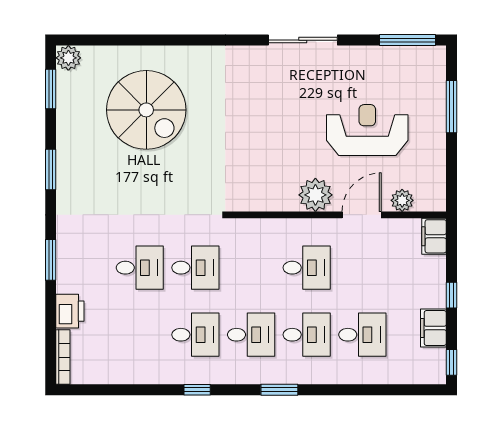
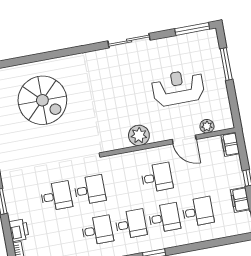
plant: (315, 195) -> (139, 135), moved
door: (362, 215) -> (184, 139), swing flipped

